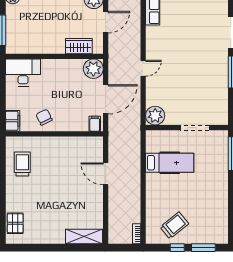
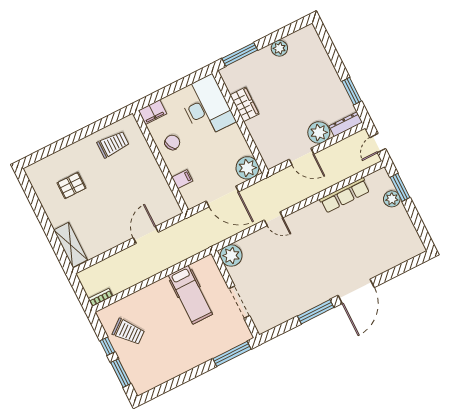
wardrobe: (79, 46) -> (244, 104), moved
desk: (23, 72) -> (206, 106), width x1.36, depth x1.30
filing cabinet: (95, 124) -> (182, 179), moved
pallet: (15, 223) -> (72, 185), moved

